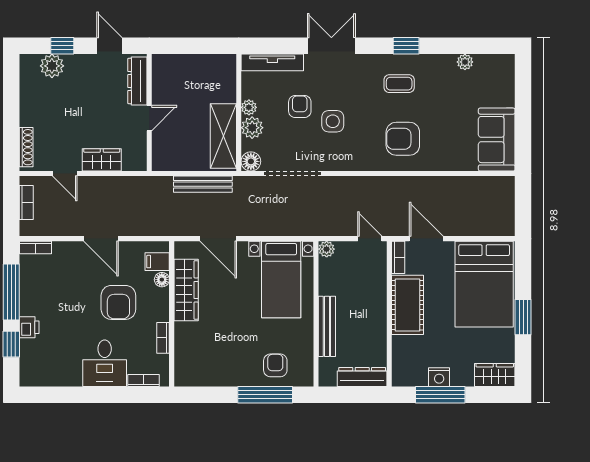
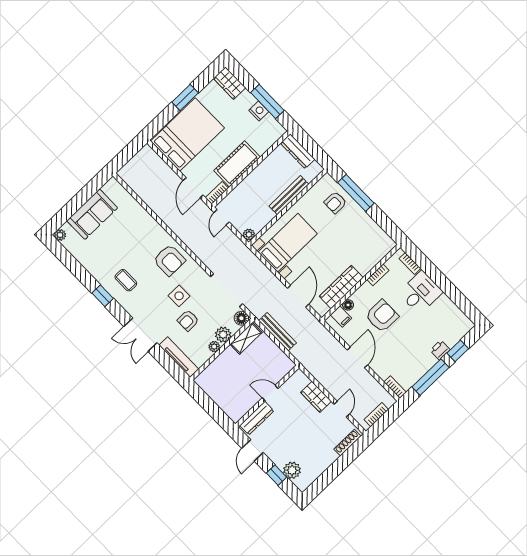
plant: (465, 62) -> (60, 235), moved
shelving: (223, 136) -> (246, 338), width x0.67, depth x0.75
armchair: (403, 139) -> (169, 260), moved
sofa: (497, 140) -> (92, 214), moved

